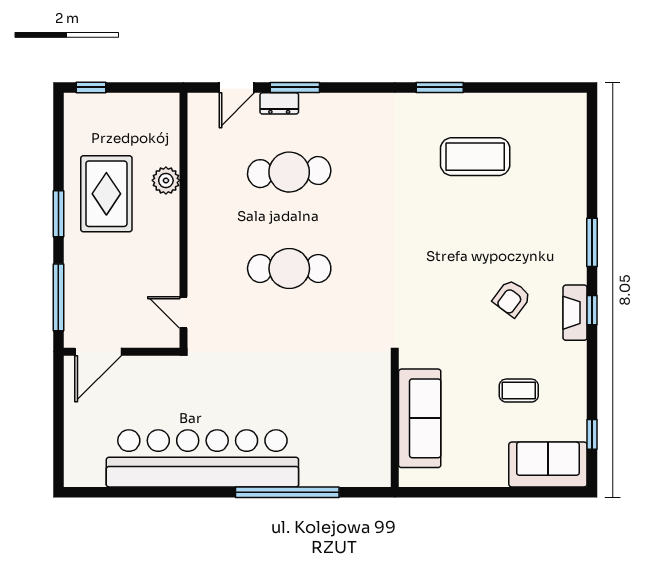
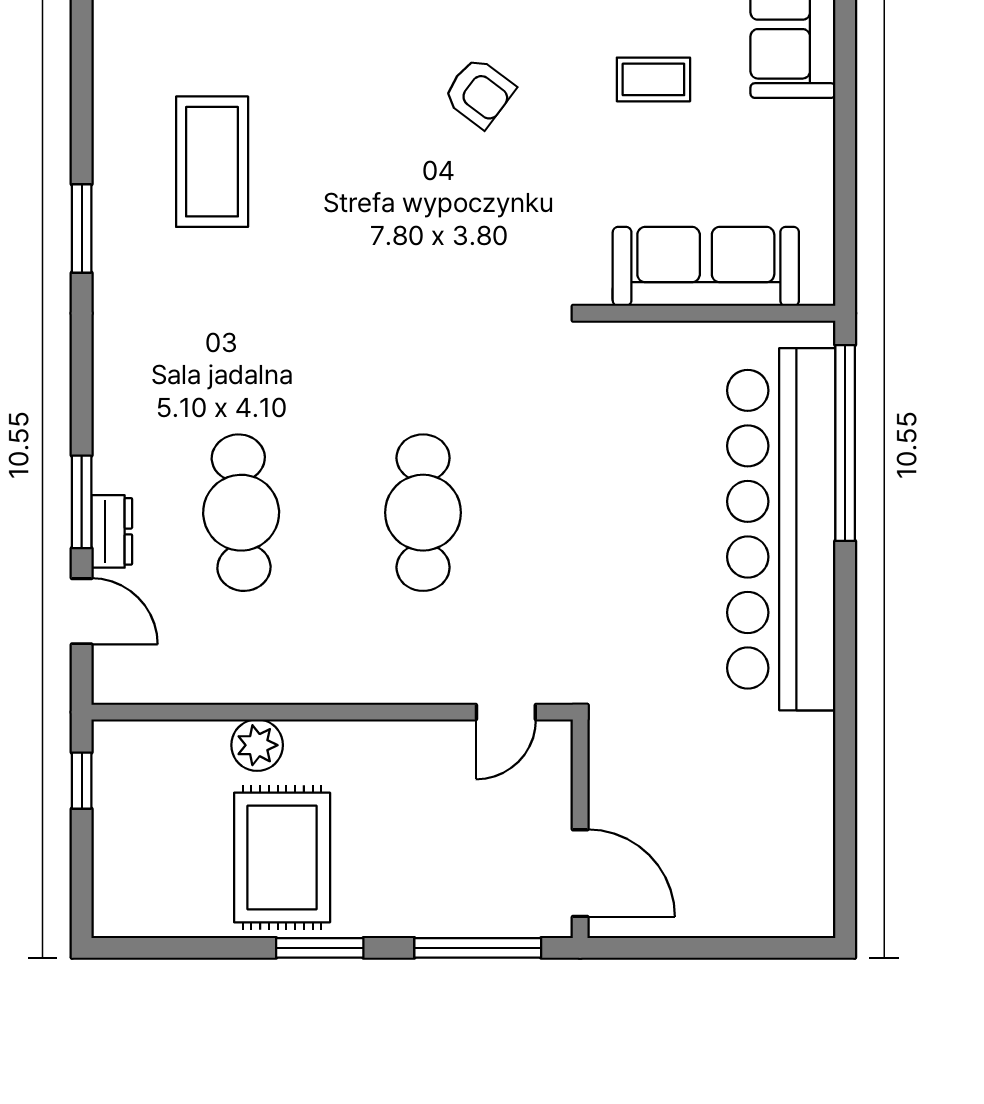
window: (91, 87) -> (82, 781), moved
rug: (106, 194) -> (282, 858), turned 90
coffee table: (519, 391) -> (653, 79), turned 90
bar counter: (202, 458) -> (781, 529), moved
window: (287, 492) -> (845, 443), moved

